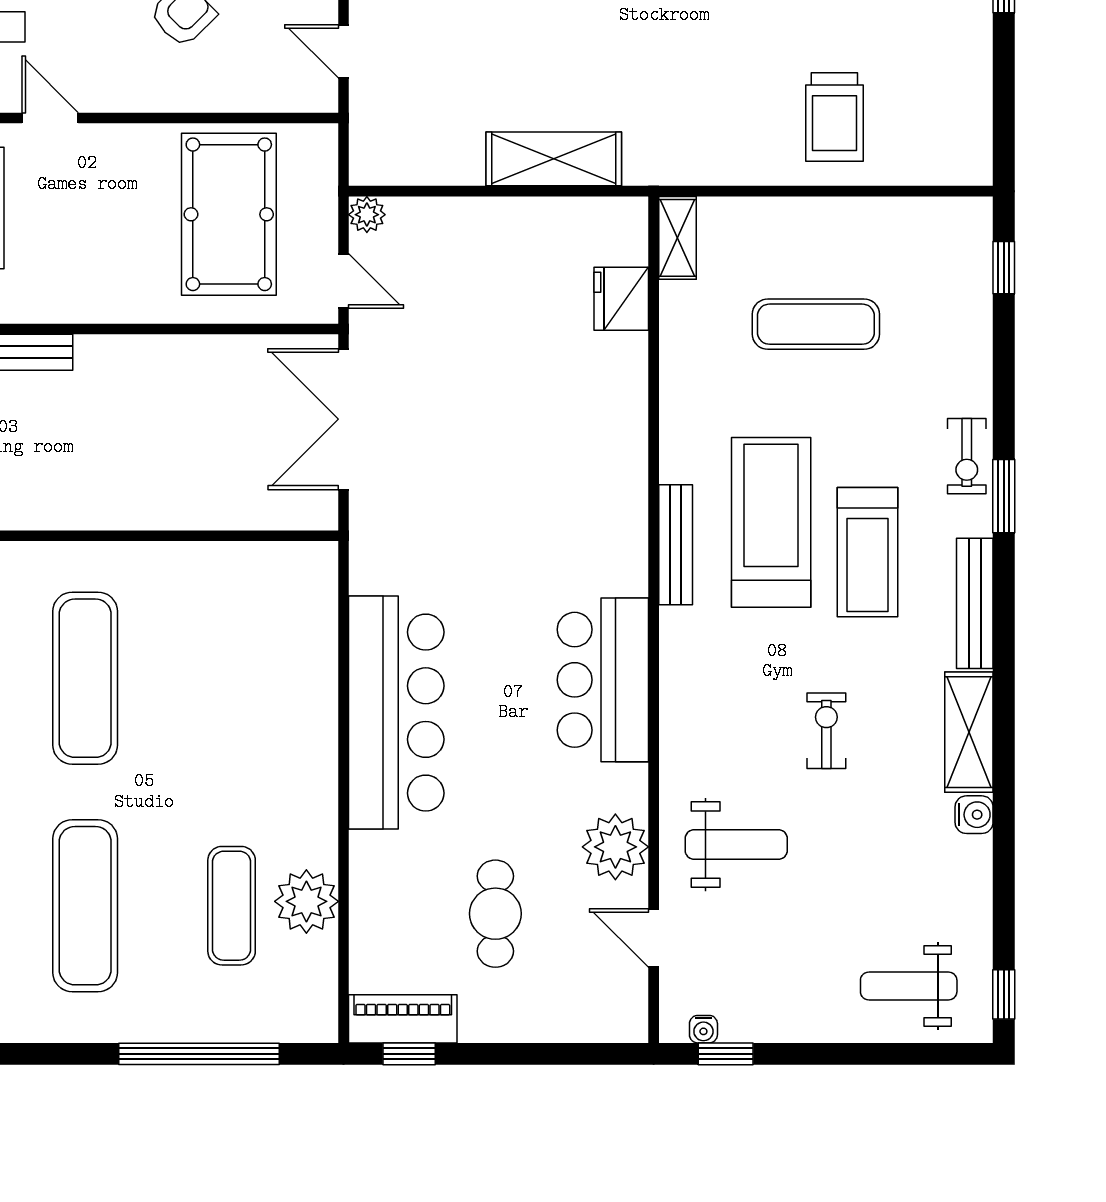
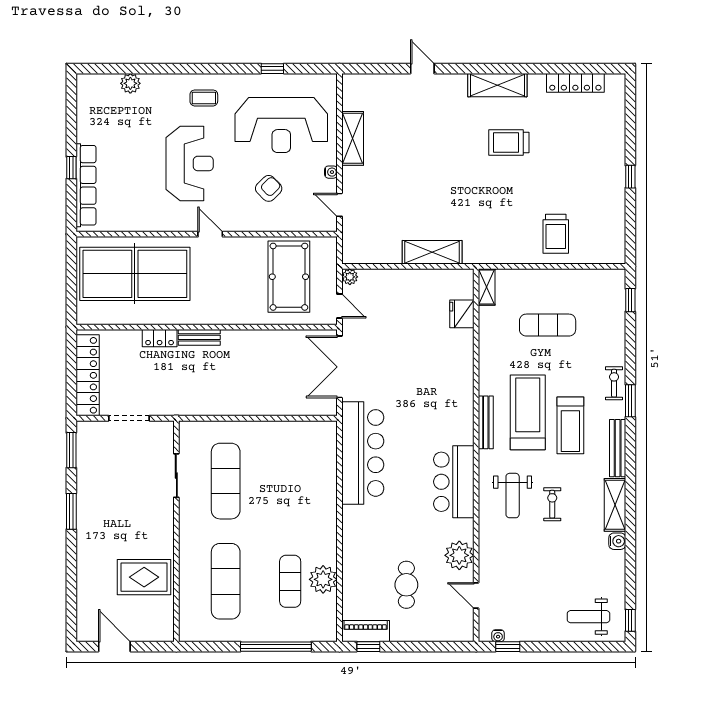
exercise bike: (967, 456) -> (614, 383), turned 180
bar counter: (396, 713) -> (363, 453), moved
weight bench: (736, 845) -> (513, 496), moved, turned 90

